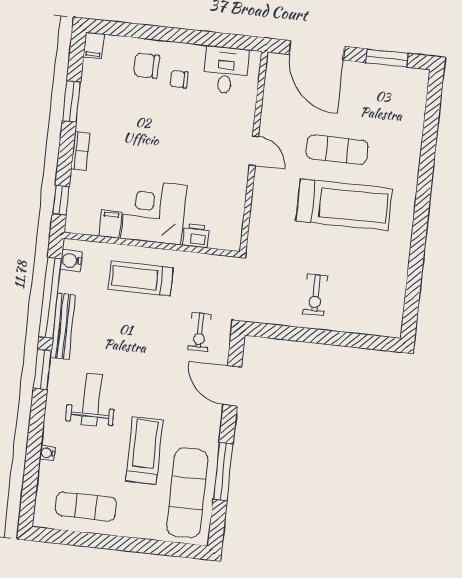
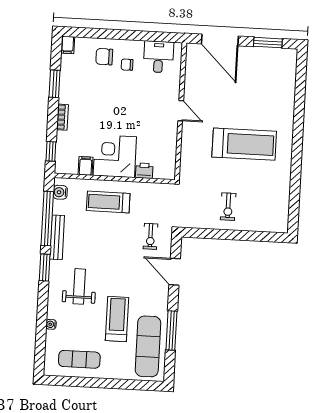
exercise mat: (337, 150) -> (237, 107), removed

